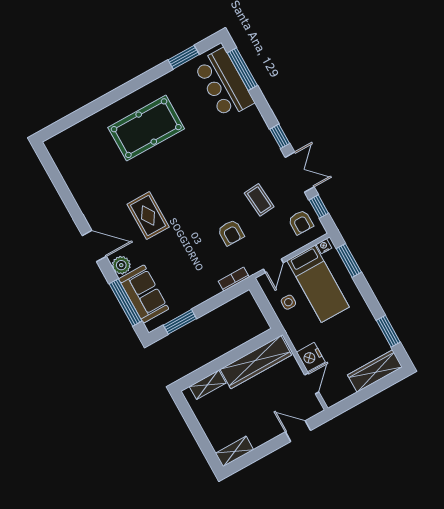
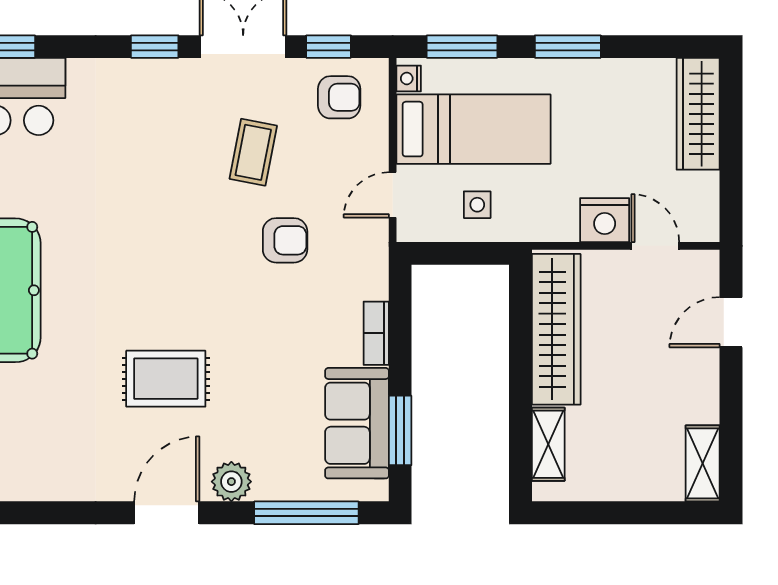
coffee table: (259, 200) -> (253, 152), turned -74
door: (273, 266) -> (393, 195), swing flipped
bookcase: (234, 279) -> (376, 333), moved
sofa: (144, 294) -> (357, 423), moved, turned -90
window: (388, 331) -> (568, 47), moved

